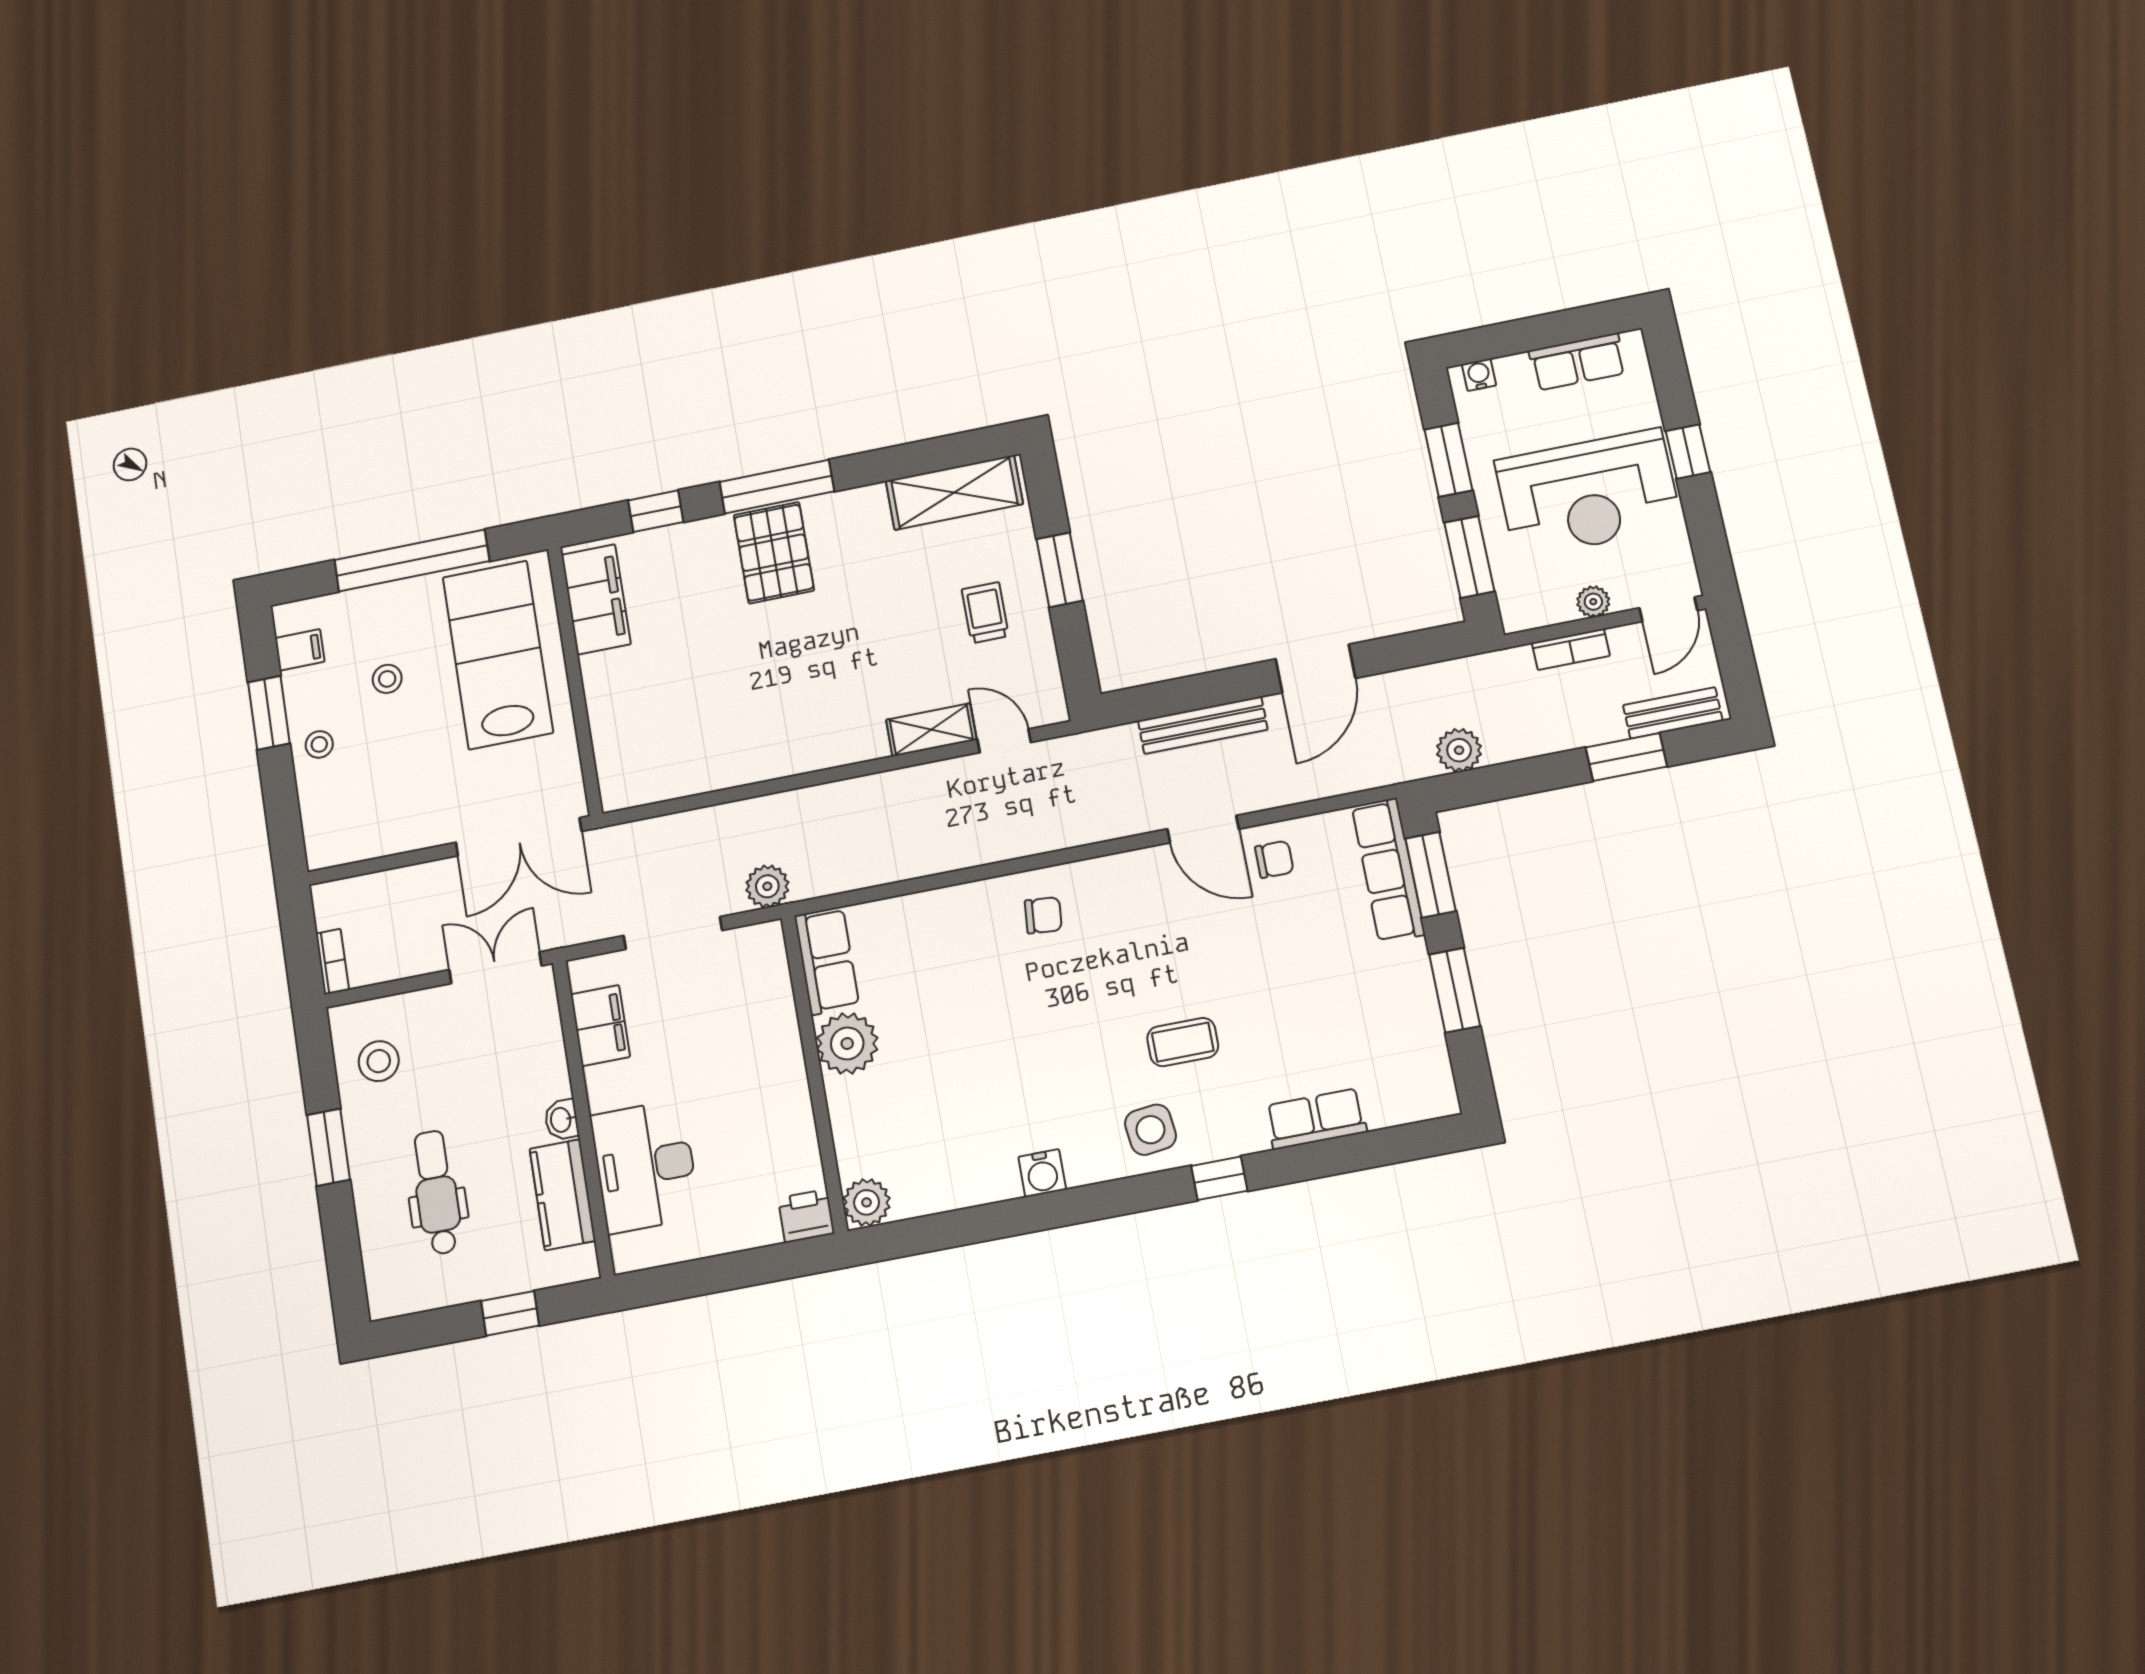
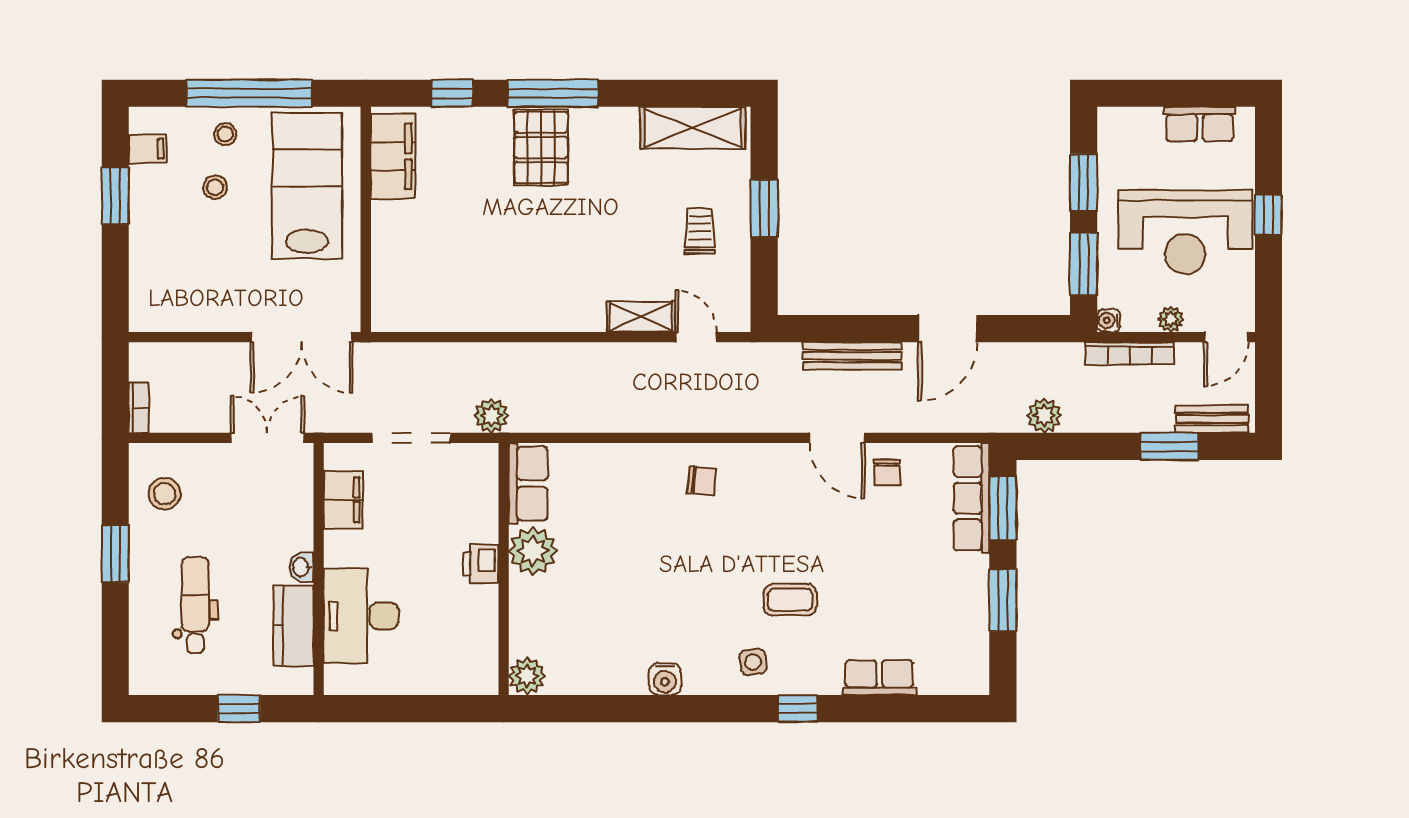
water cooler: (1479, 375) -> (1109, 320), moved, turned -90
bookcase: (1571, 649) -> (1130, 353), width x1.56
stool: (319, 744) -> (225, 134), moved
chair: (1274, 859) -> (887, 472), turned 90
side table: (1150, 1130) -> (753, 662), width x0.73, depth x0.73
printer: (806, 1216) -> (481, 564), moved, turned -90

